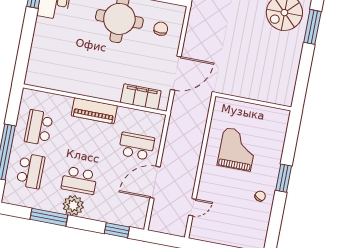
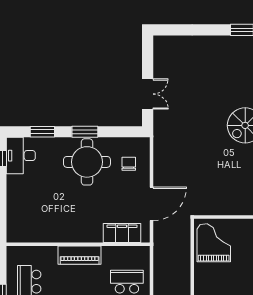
grand piano: (237, 149) -> (214, 243), moved

